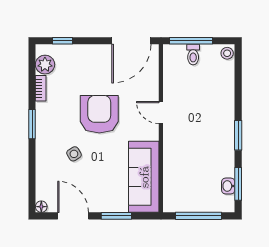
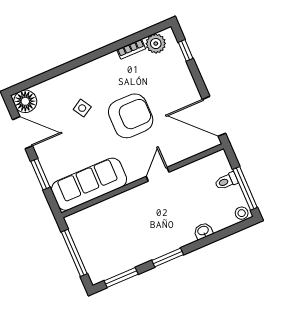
window: (191, 41) -> (245, 188), moved
window: (32, 124) -> (93, 56), removed
washbasin: (228, 186) -> (203, 231), moved
floor lamp: (41, 207) -> (25, 101), width x1.89, depth x1.89
door: (73, 216) -> (23, 133), hinge flipped

